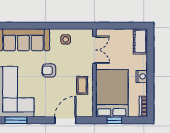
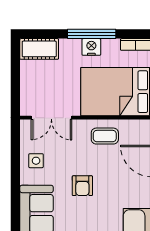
double door: (94, 50) -> (51, 118), swing flipped
window: (150, 77) -> (92, 34), added

